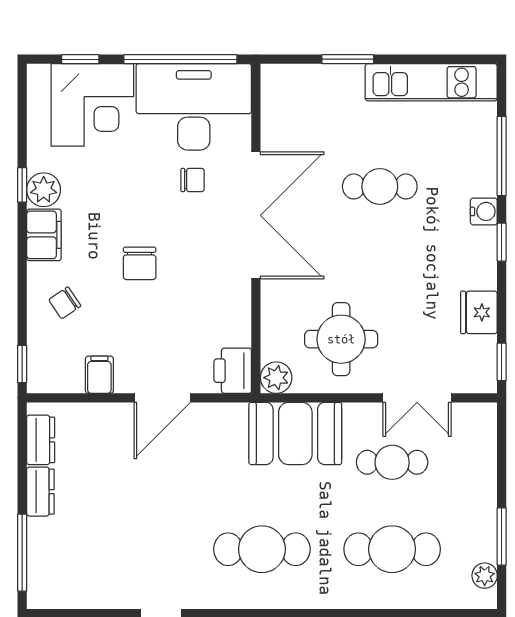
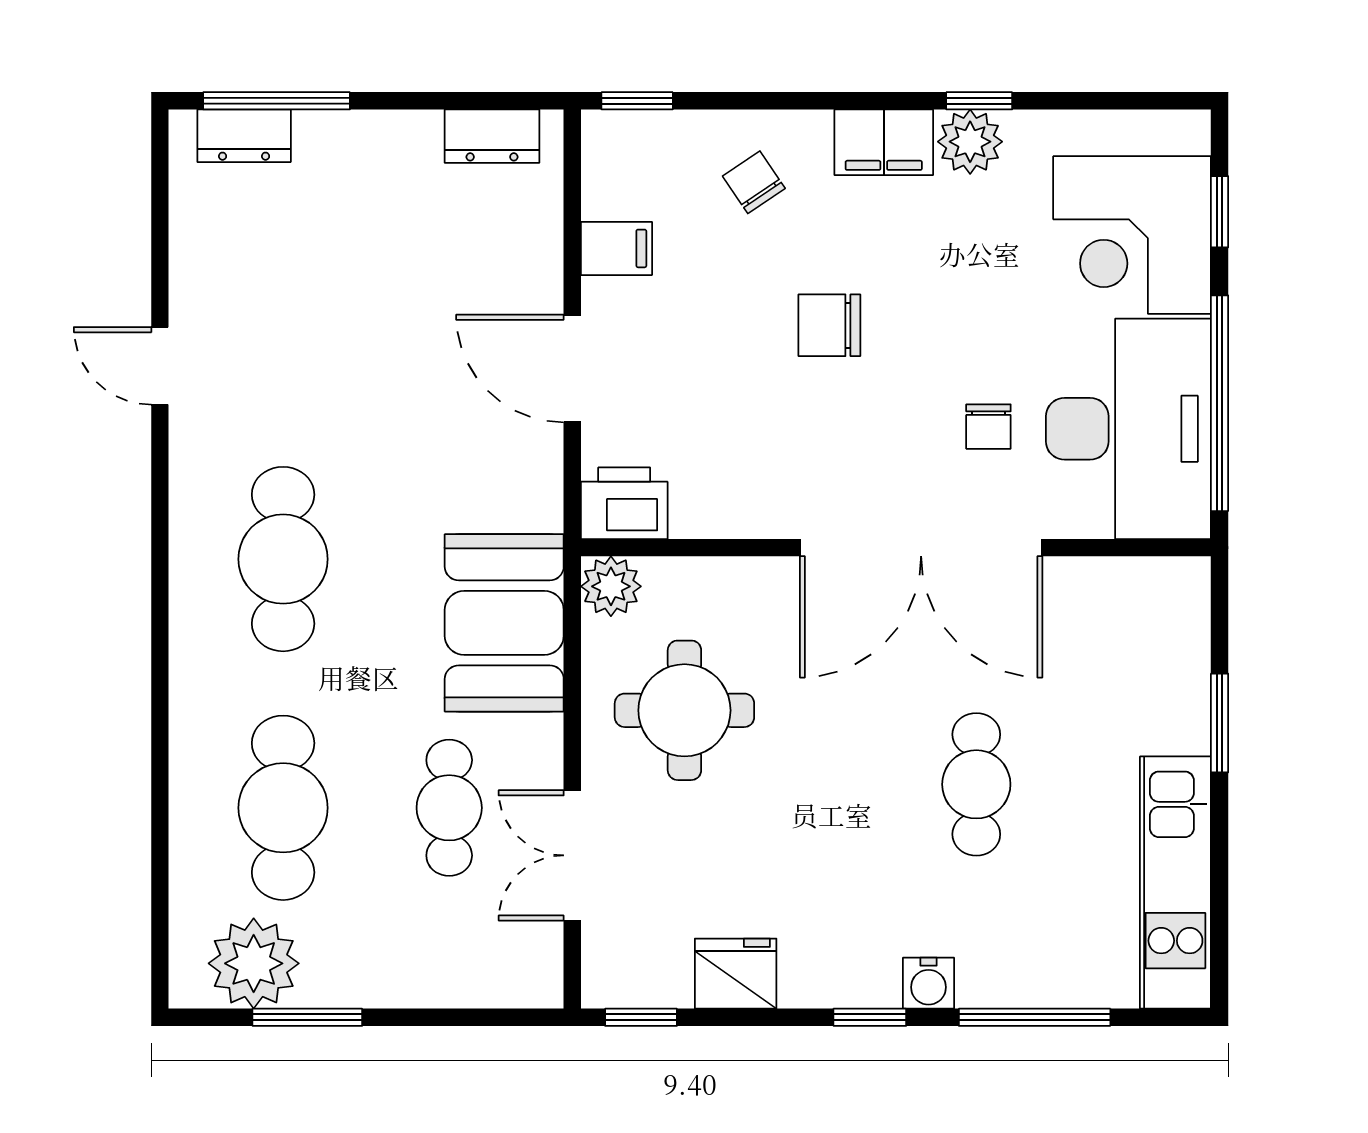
dresser: (40, 492) -> (244, 136), moved
plant: (485, 576) -> (254, 963), width x1.88, depth x1.88

